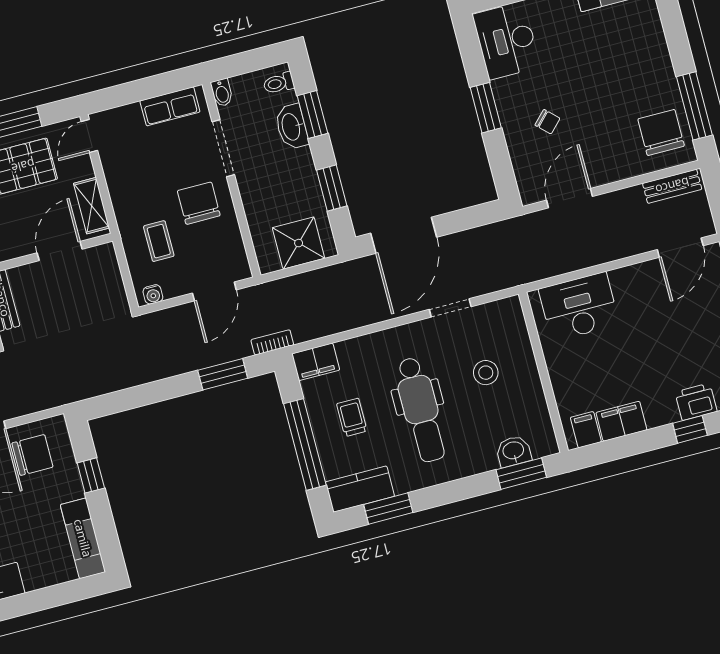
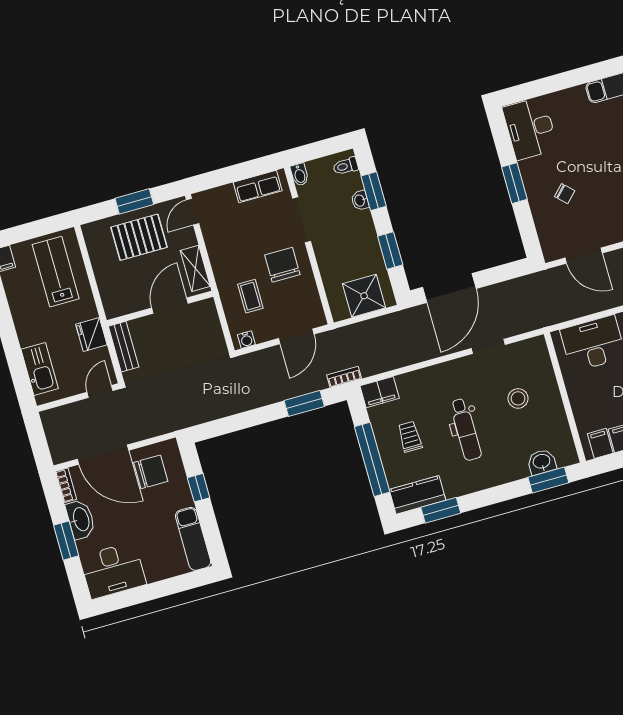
washbasin: (292, 127) -> (360, 200), width x0.52, depth x0.69
door: (570, 198) -> (584, 256), swing flipped
dental chair: (421, 410) -> (466, 429), width x0.73, depth x0.72

